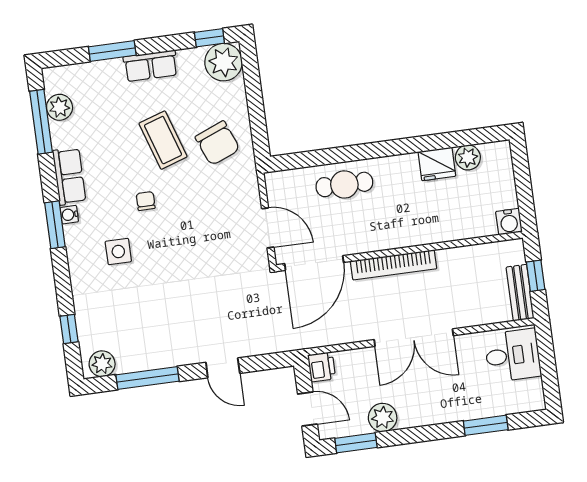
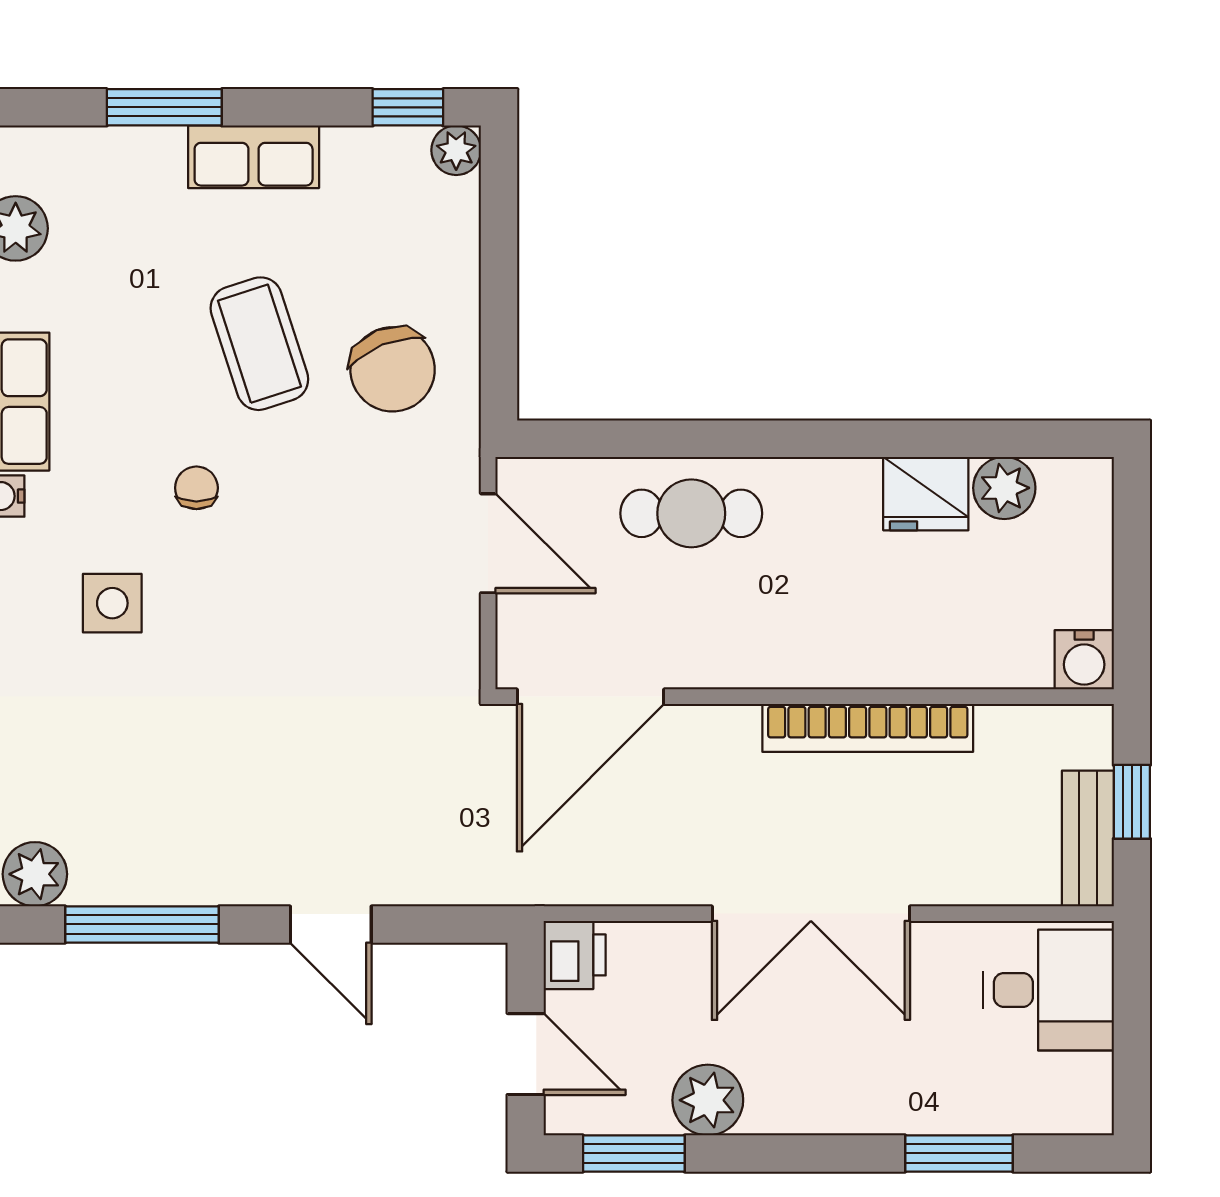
plant: (224, 62) -> (456, 150), width x0.53, depth x0.53
door: (268, 228) -> (488, 543), moved
bookcase: (394, 265) -> (868, 728), moved

